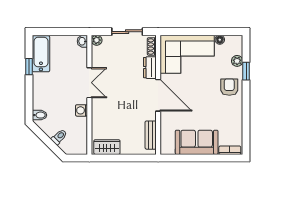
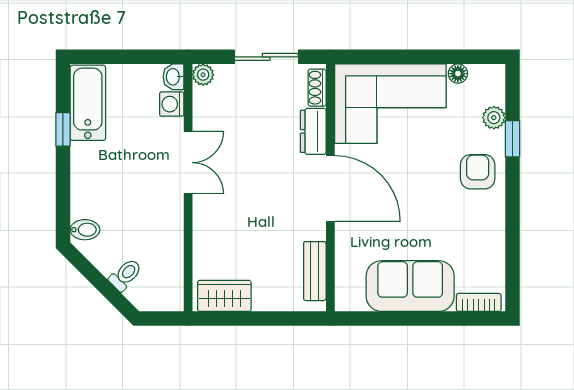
washing machine: (81, 110) -> (172, 104), moved

